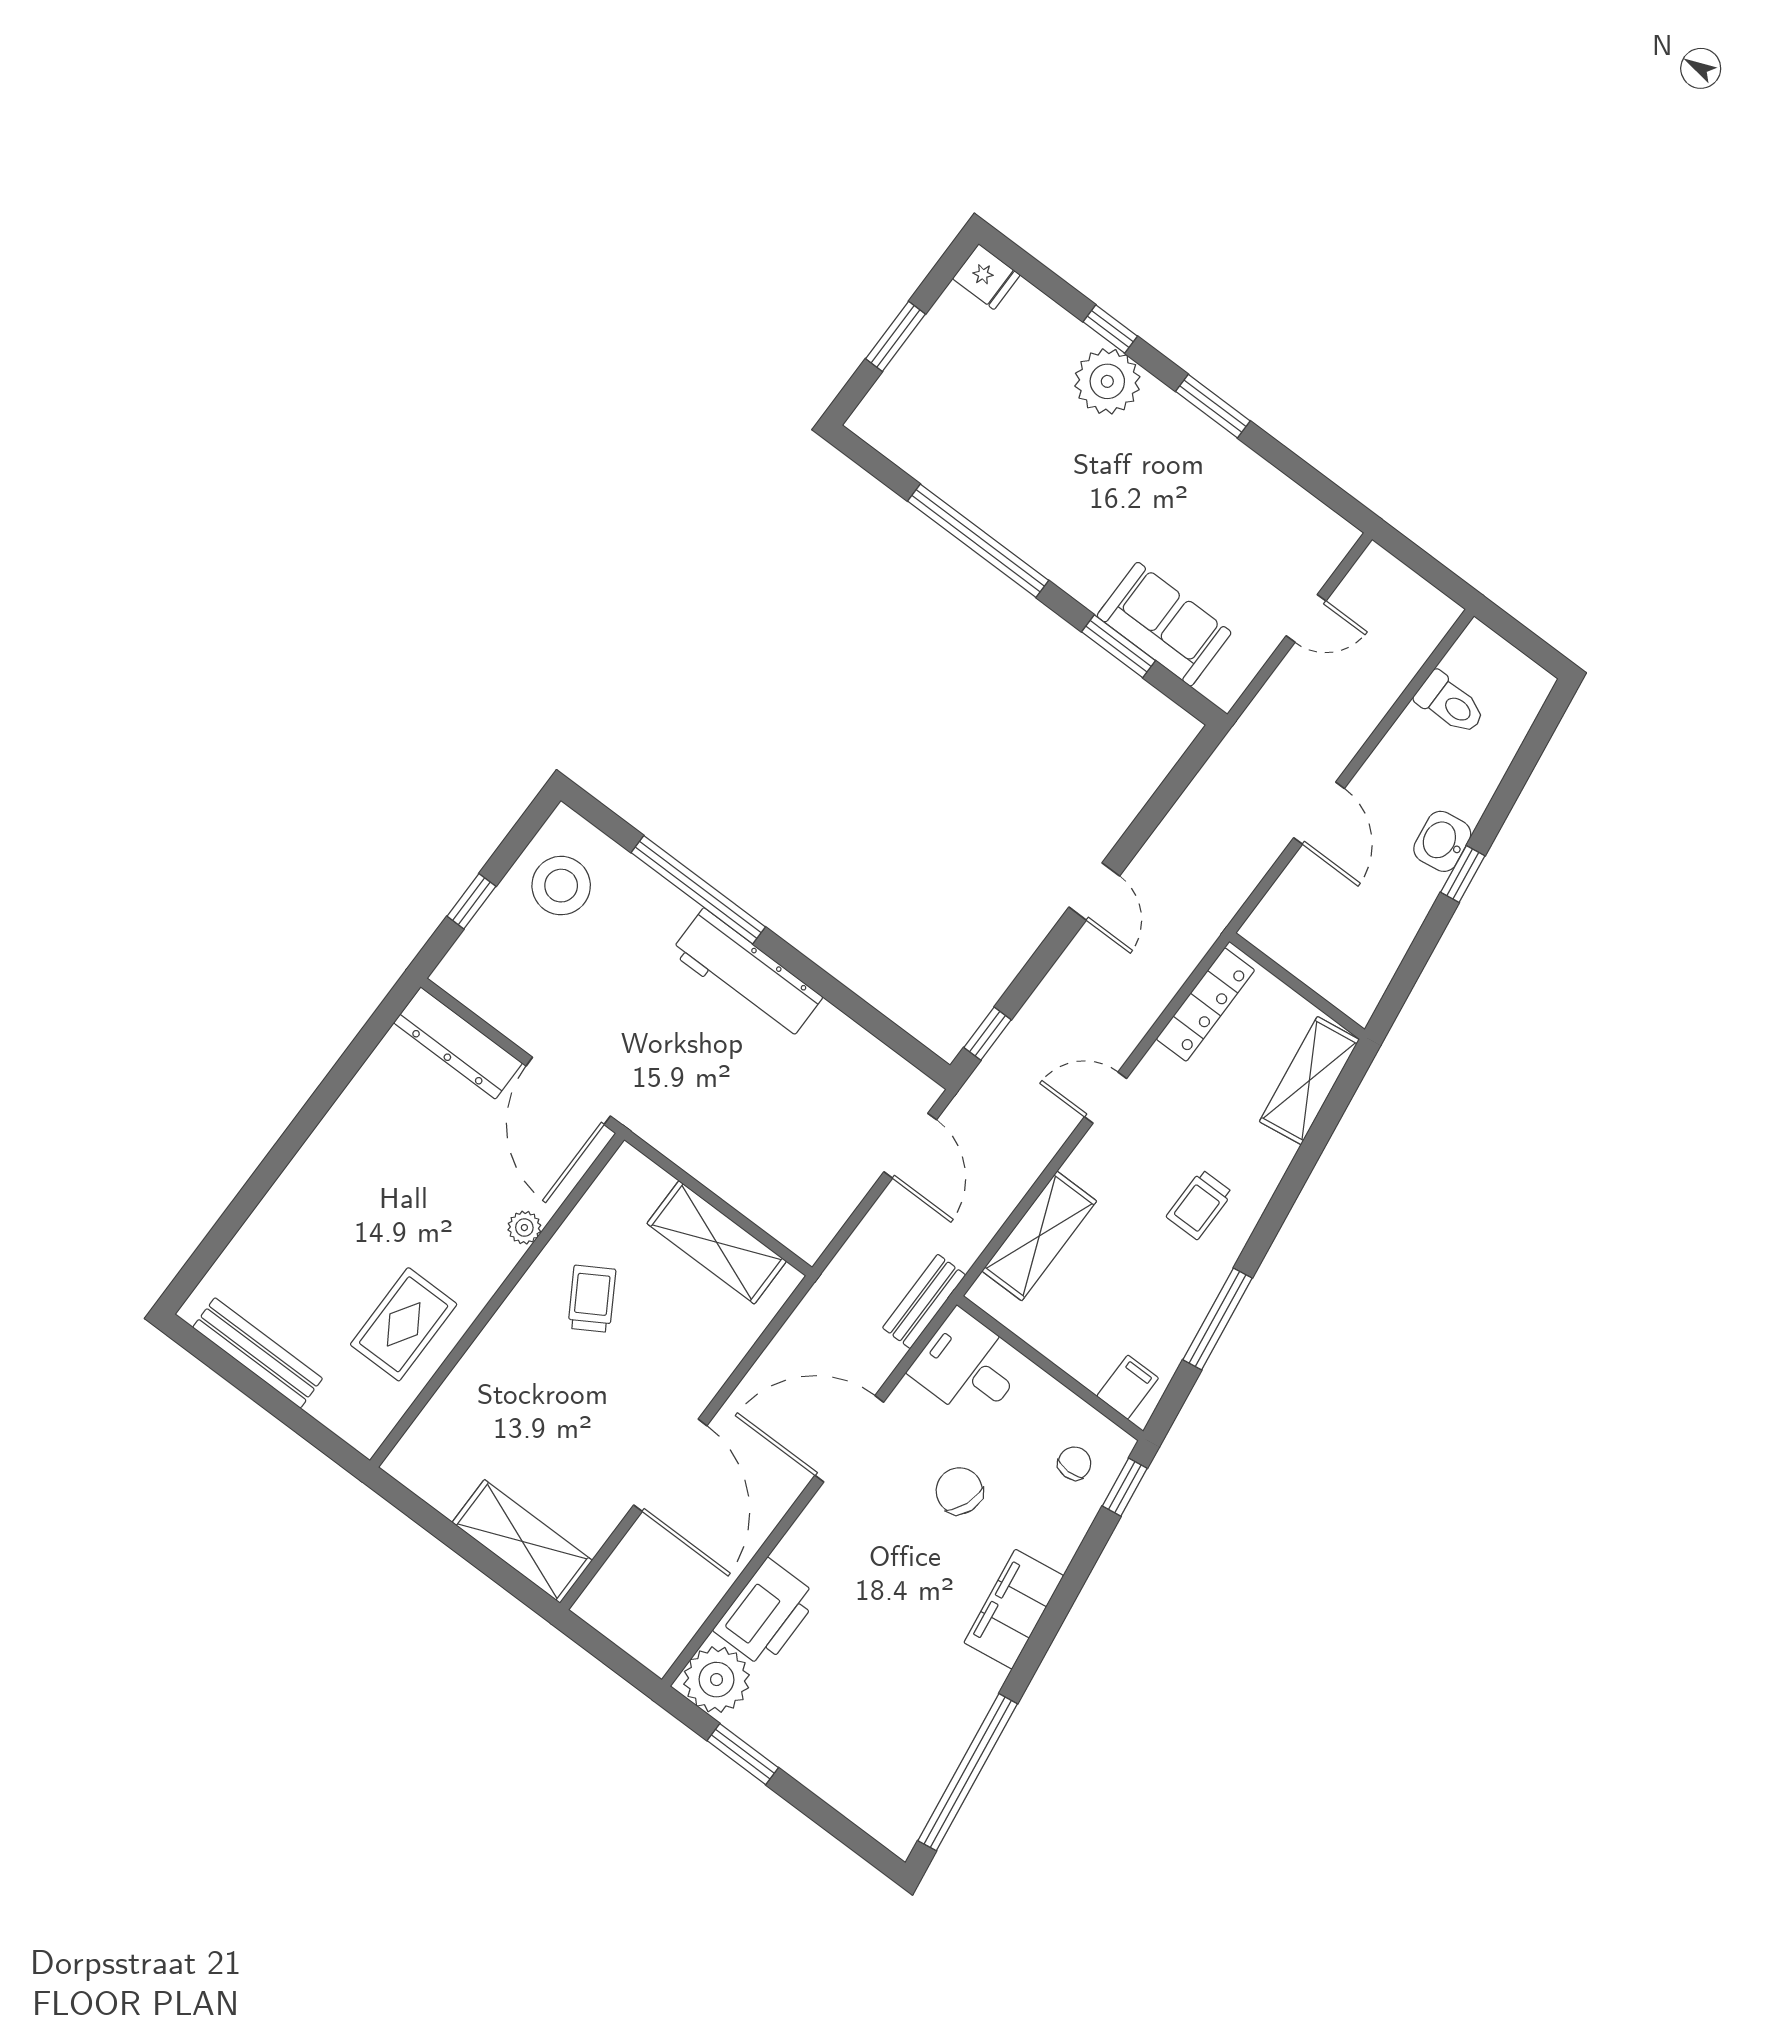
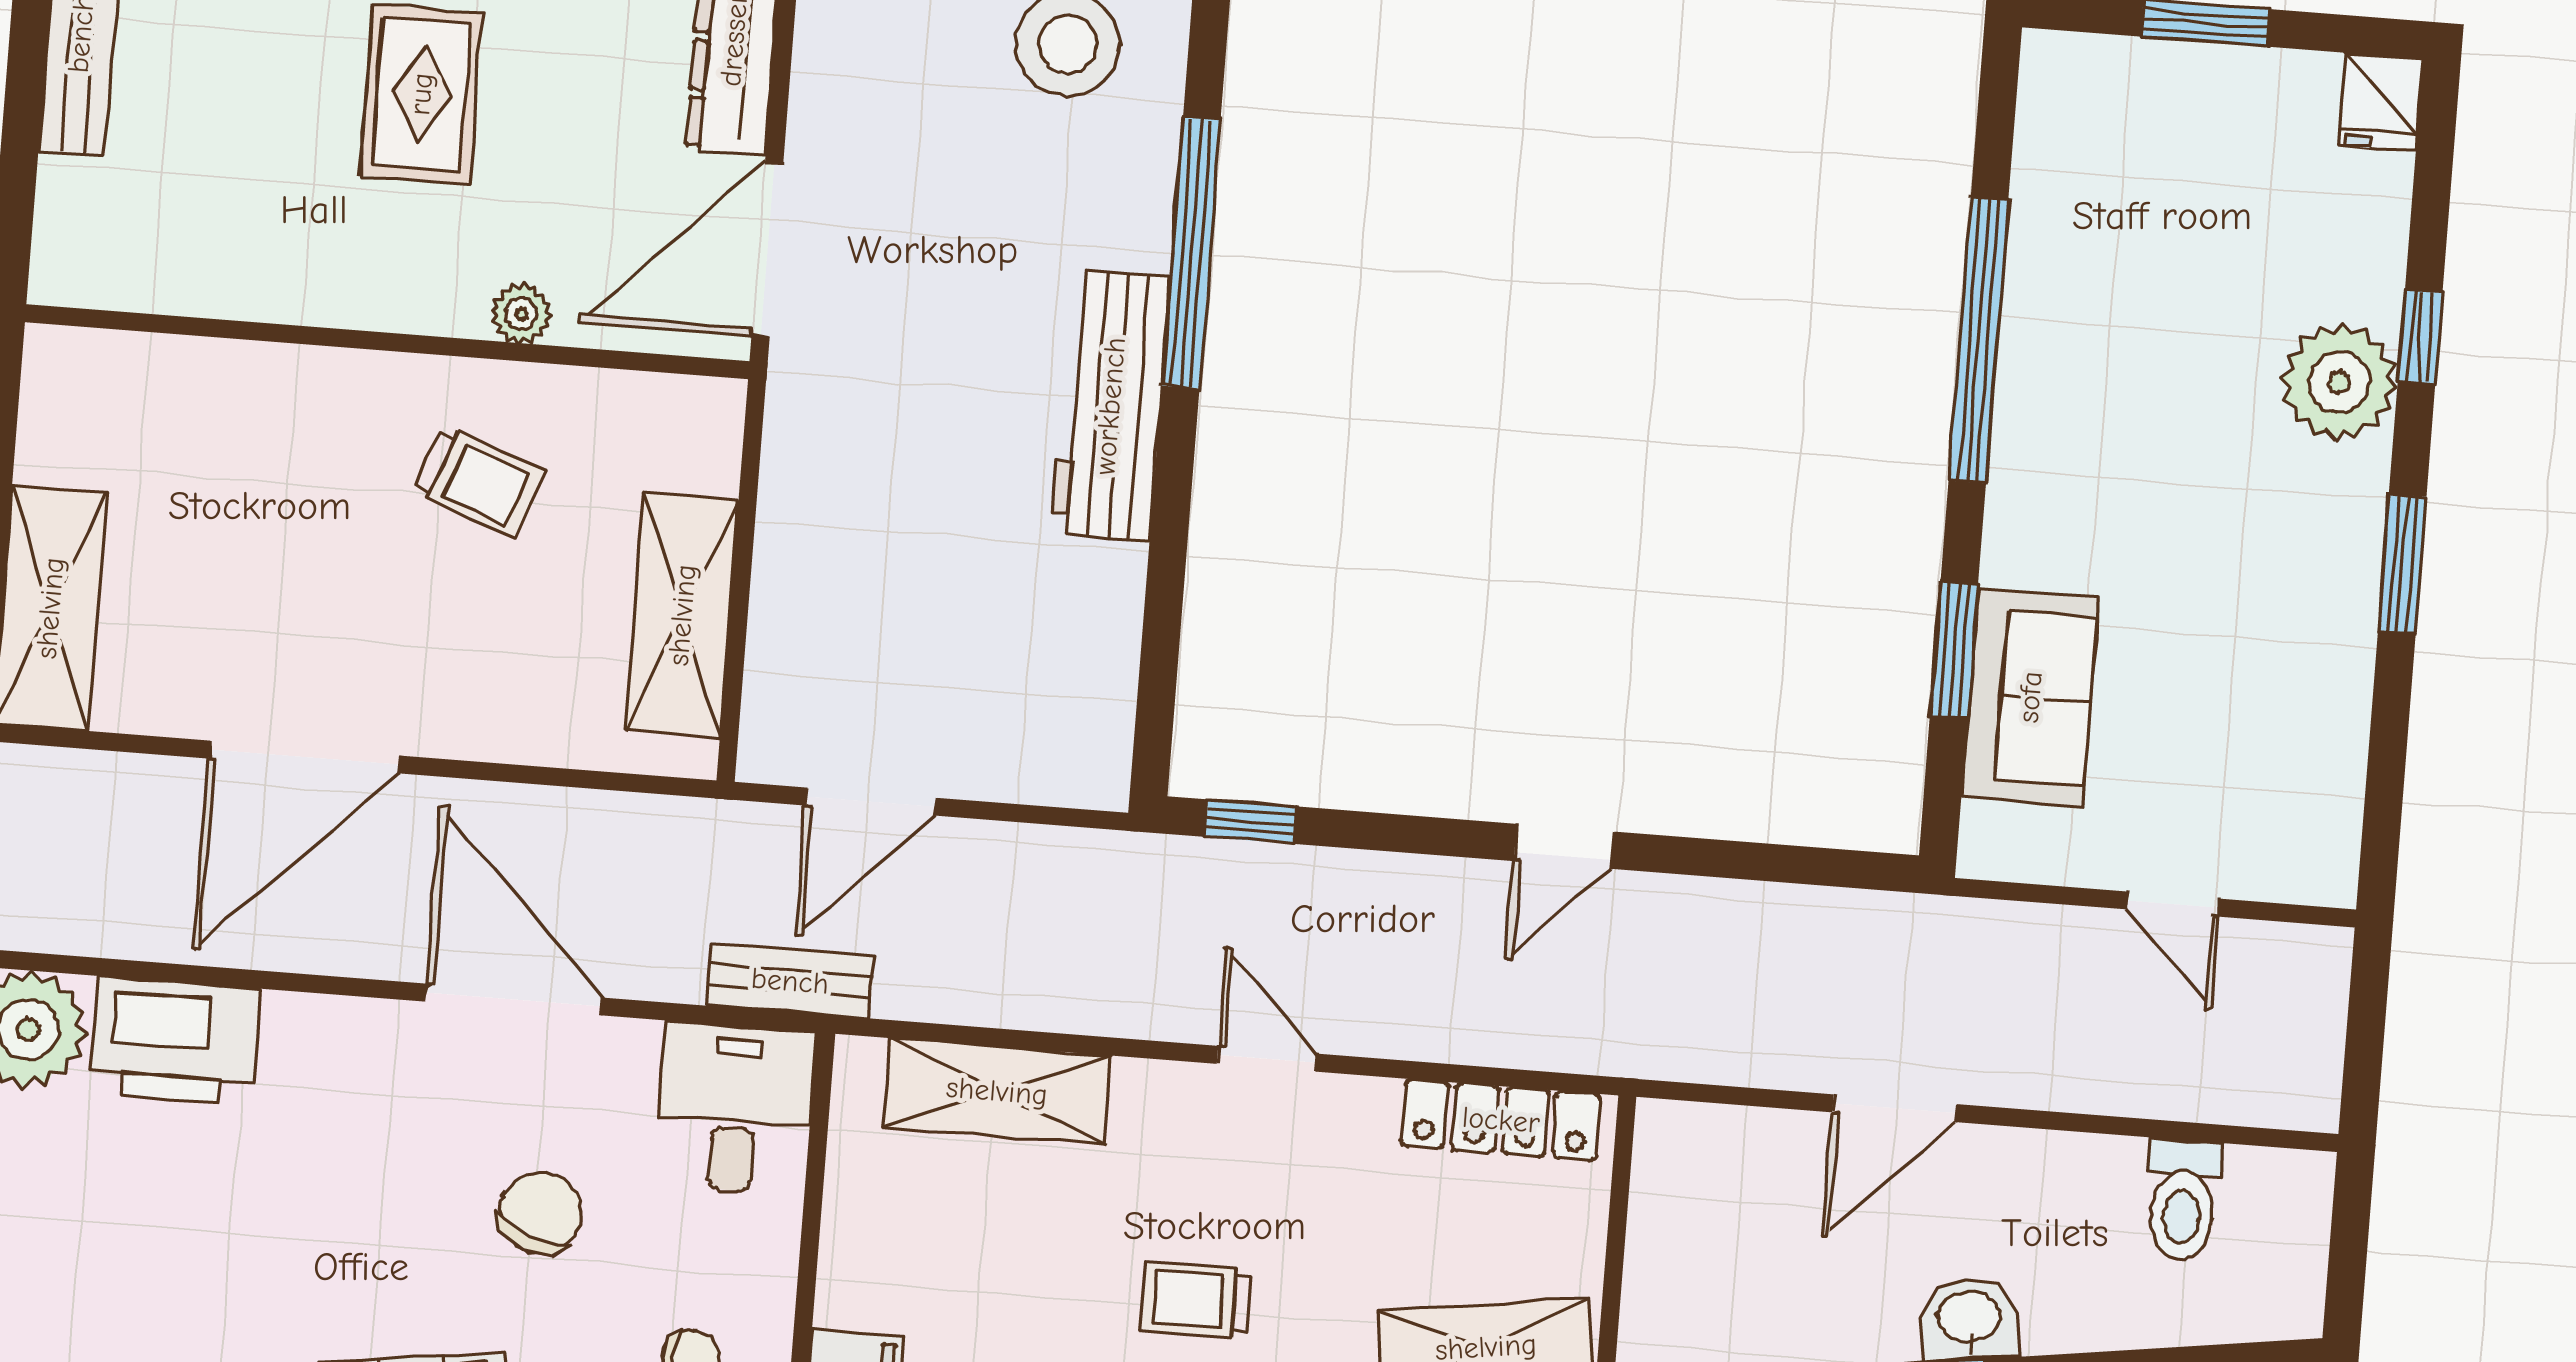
door: (910, 1146) -> (871, 802), moved
trolley: (592, 1299) -> (479, 482), turned 51
rug: (404, 1324) -> (421, 94), moved, turned 90

